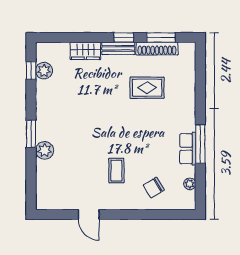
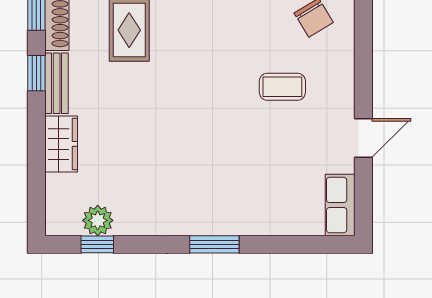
plant: (45, 150) -> (245, 219), removed
row of seats: (52, 202) -> (340, 205), added

